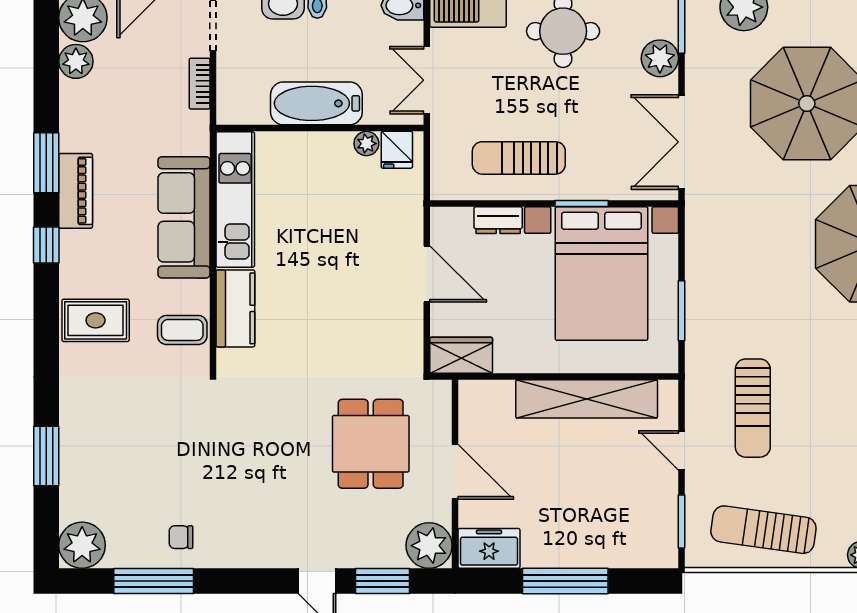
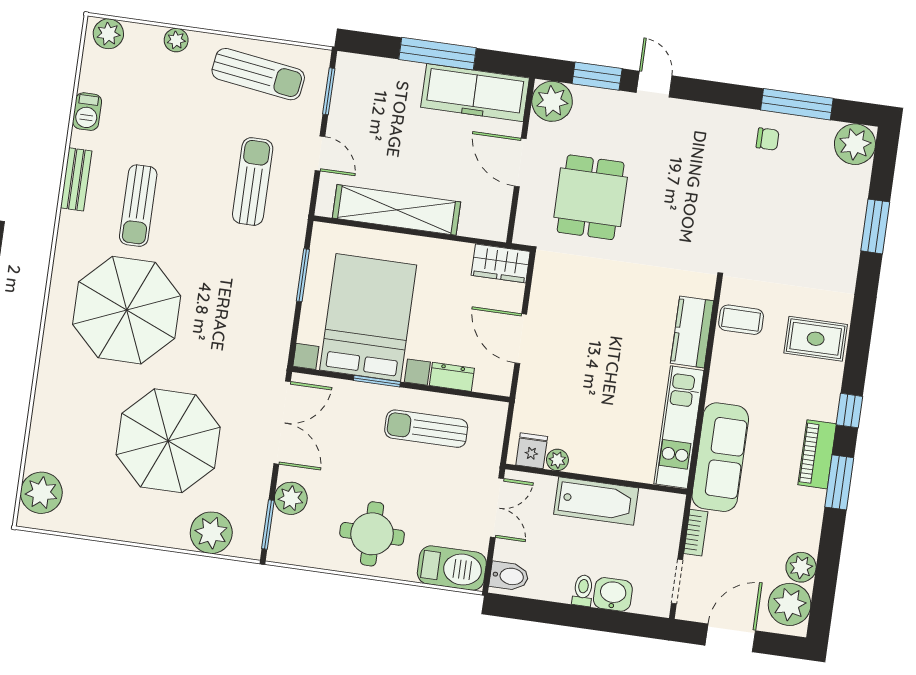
sun lounger: (519, 158) -> (426, 429), turned 180
sofa: (184, 217) -> (720, 457), moved
freezer: (489, 548) -> (475, 93), width x1.91, depth x1.26

